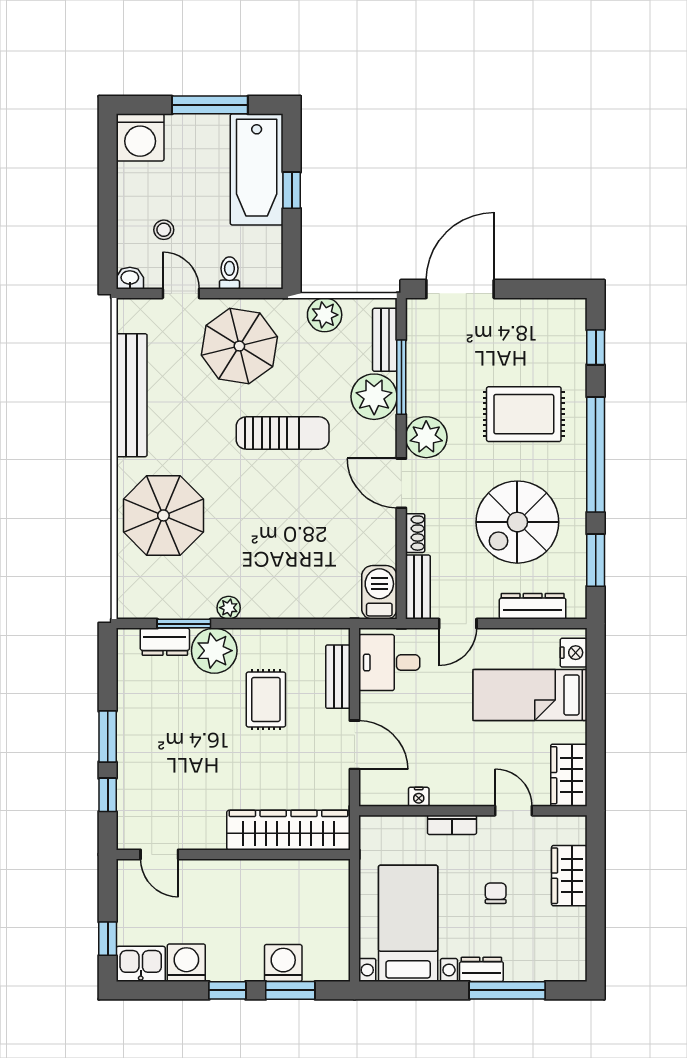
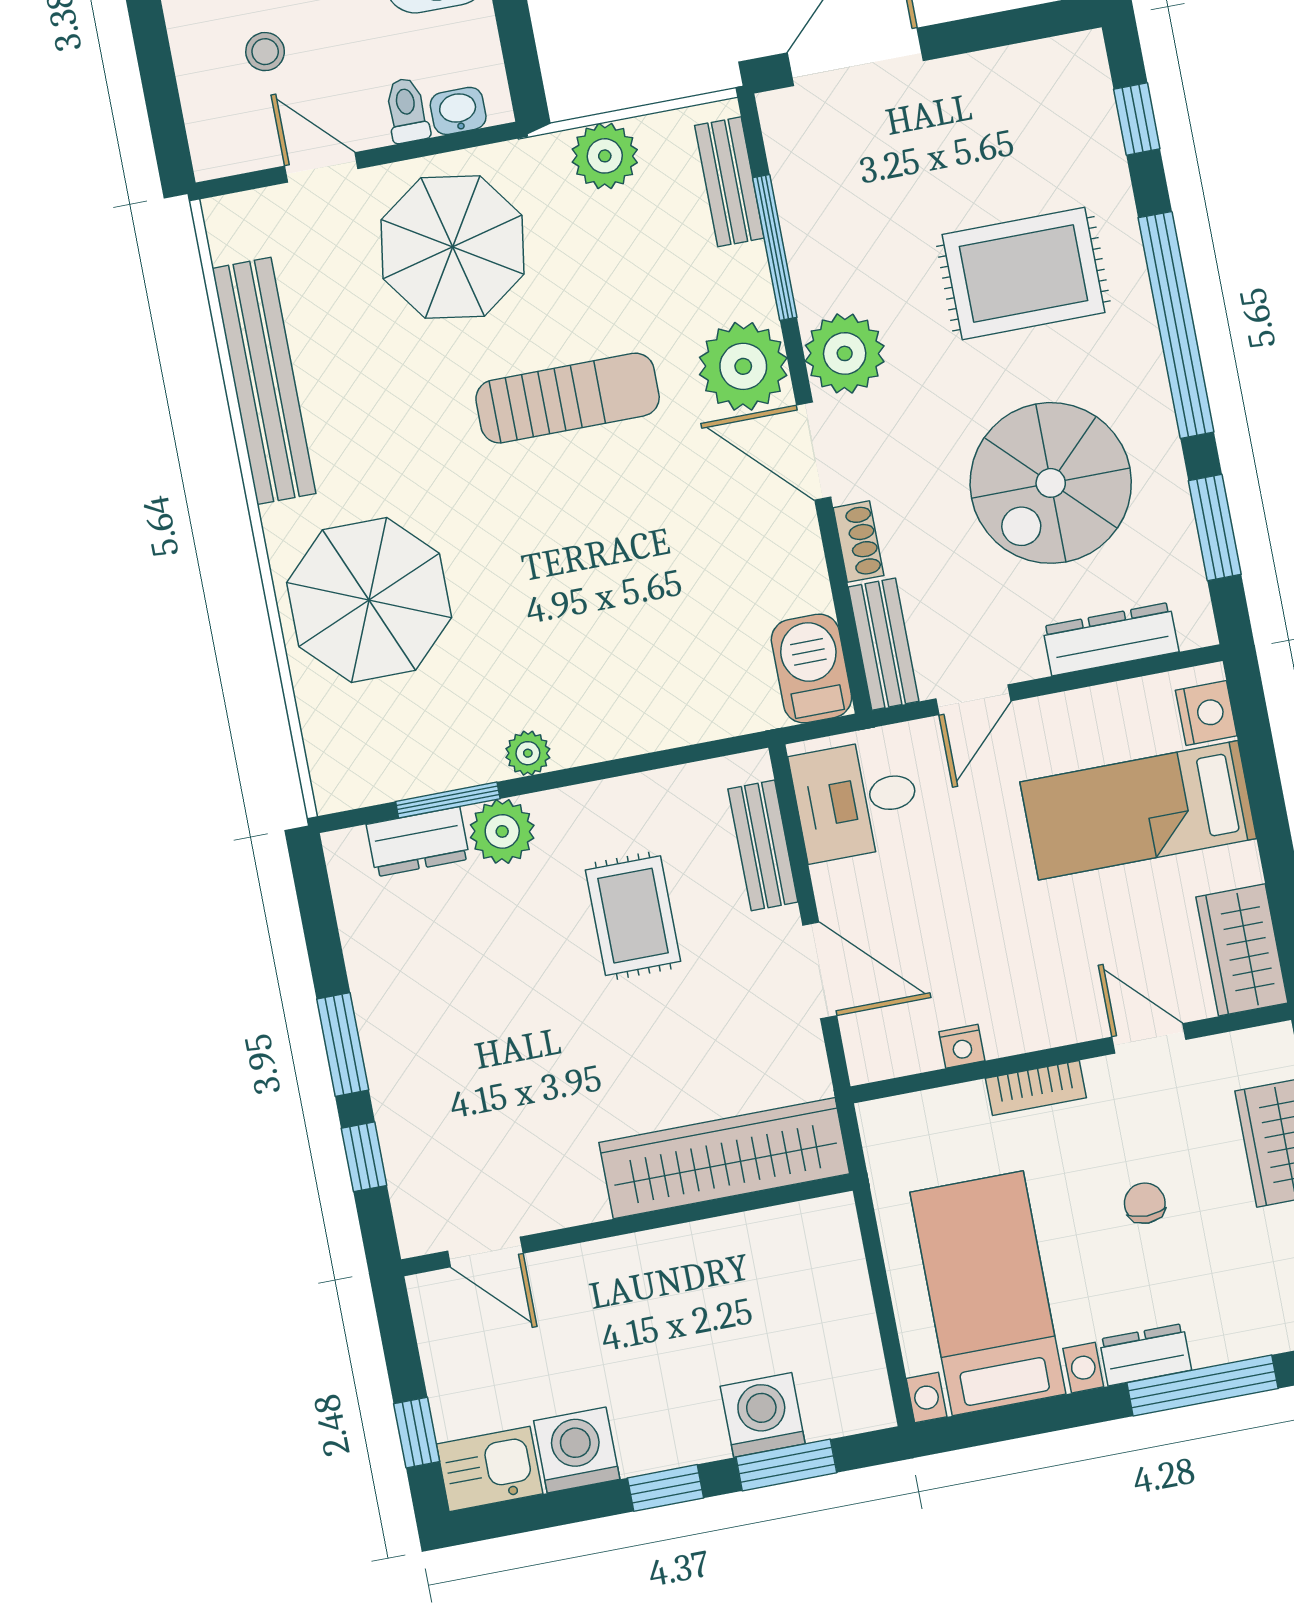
washbasin: (130, 278) -> (458, 111), moved
plant: (374, 397) -> (743, 366), moved
plant: (214, 651) -> (502, 831), width x0.73, depth x0.73

